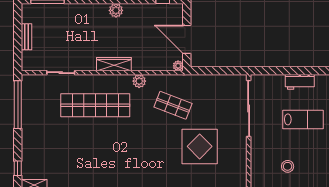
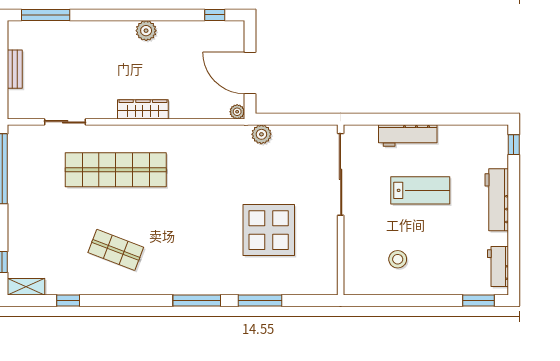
plant: (139, 81) -> (261, 134), moved
workbench: (300, 82) -> (408, 135), width x1.38
shop shelf: (173, 105) -> (116, 250), moved

